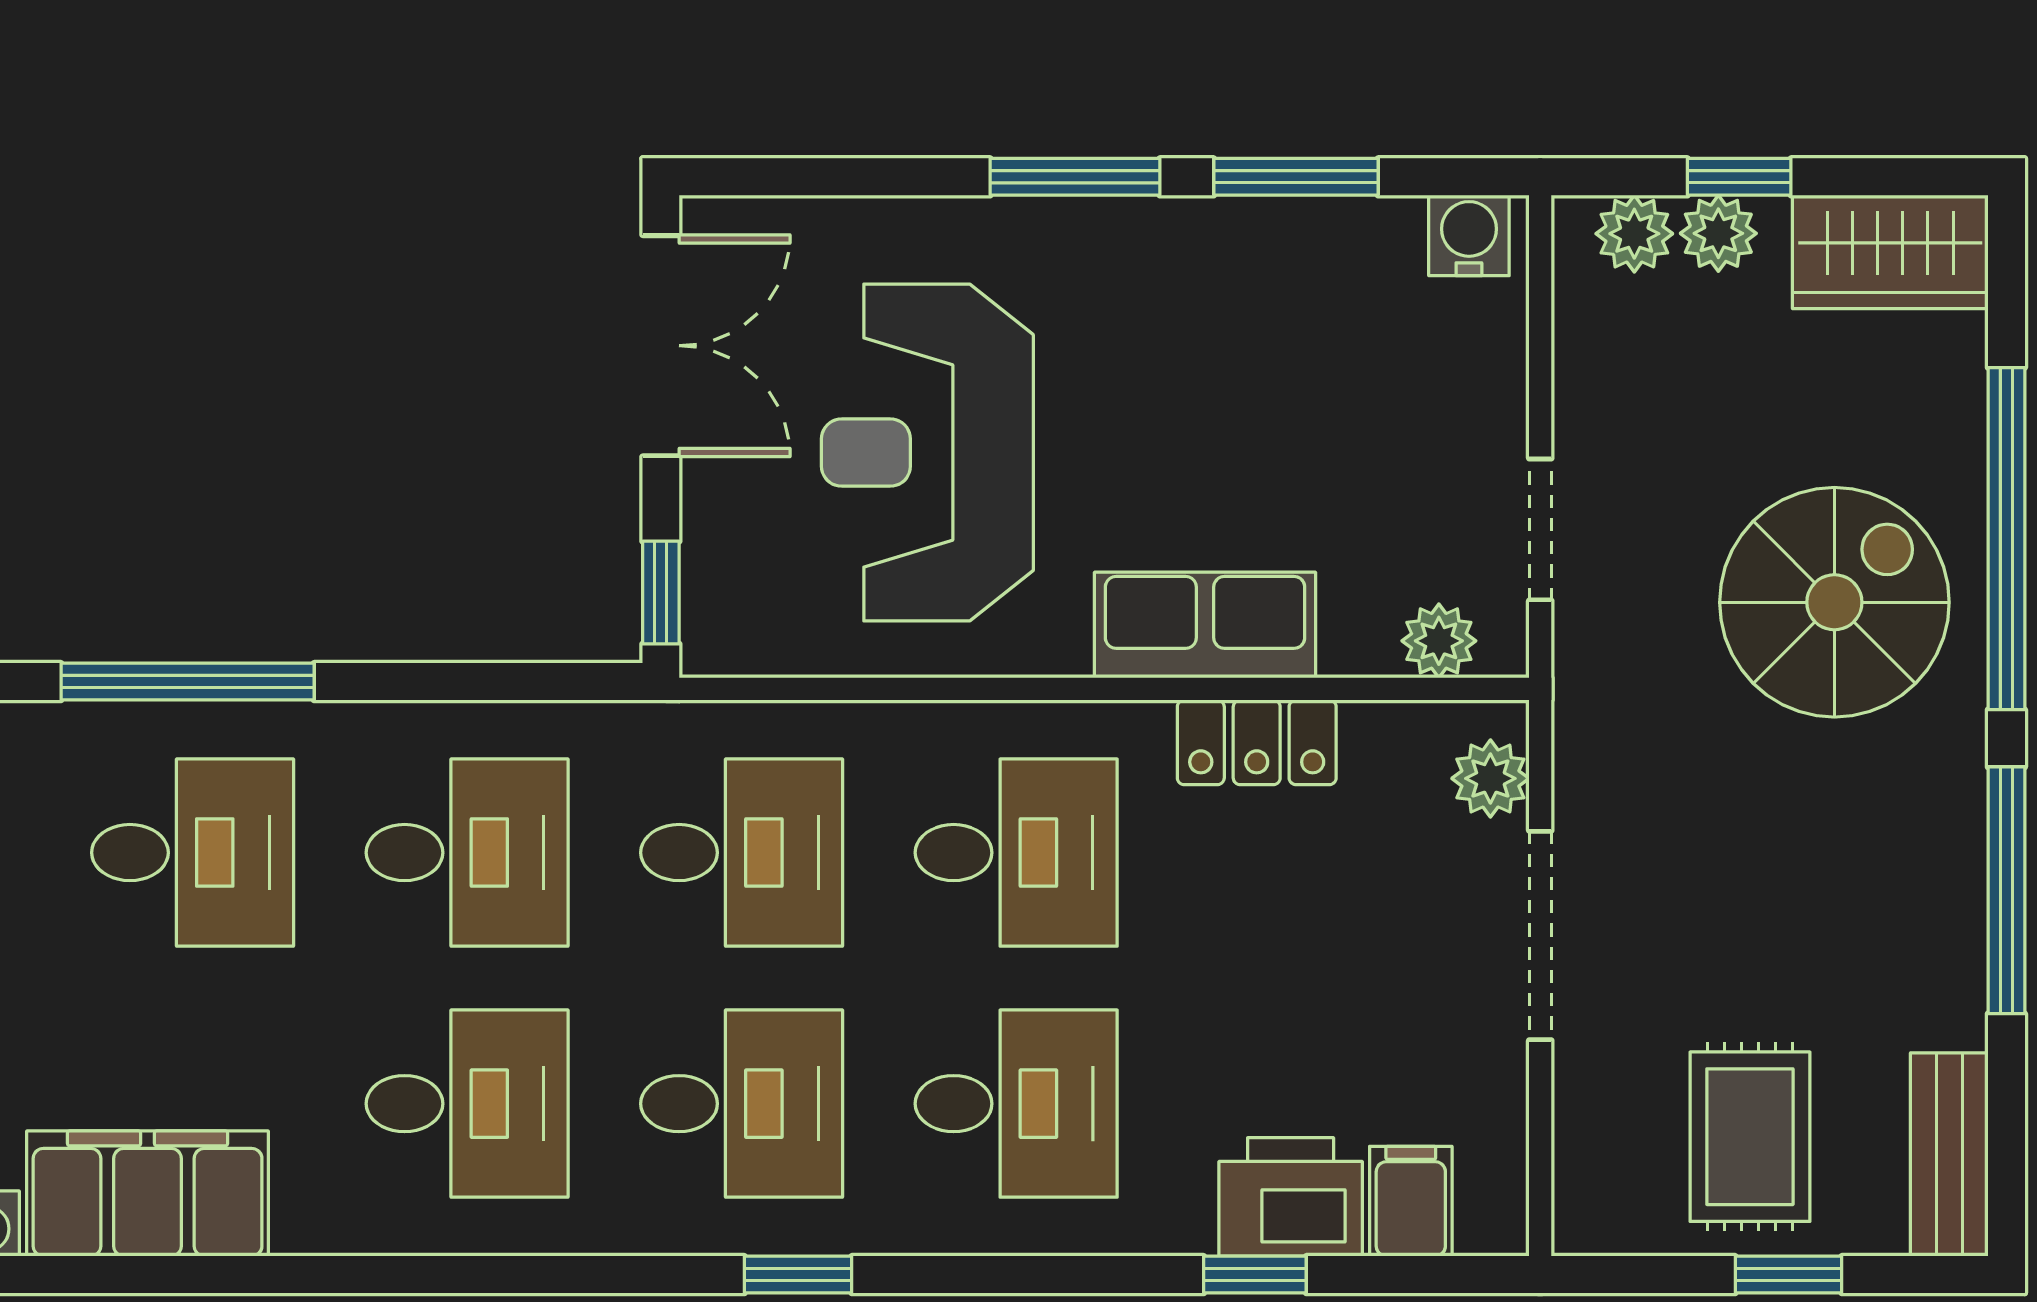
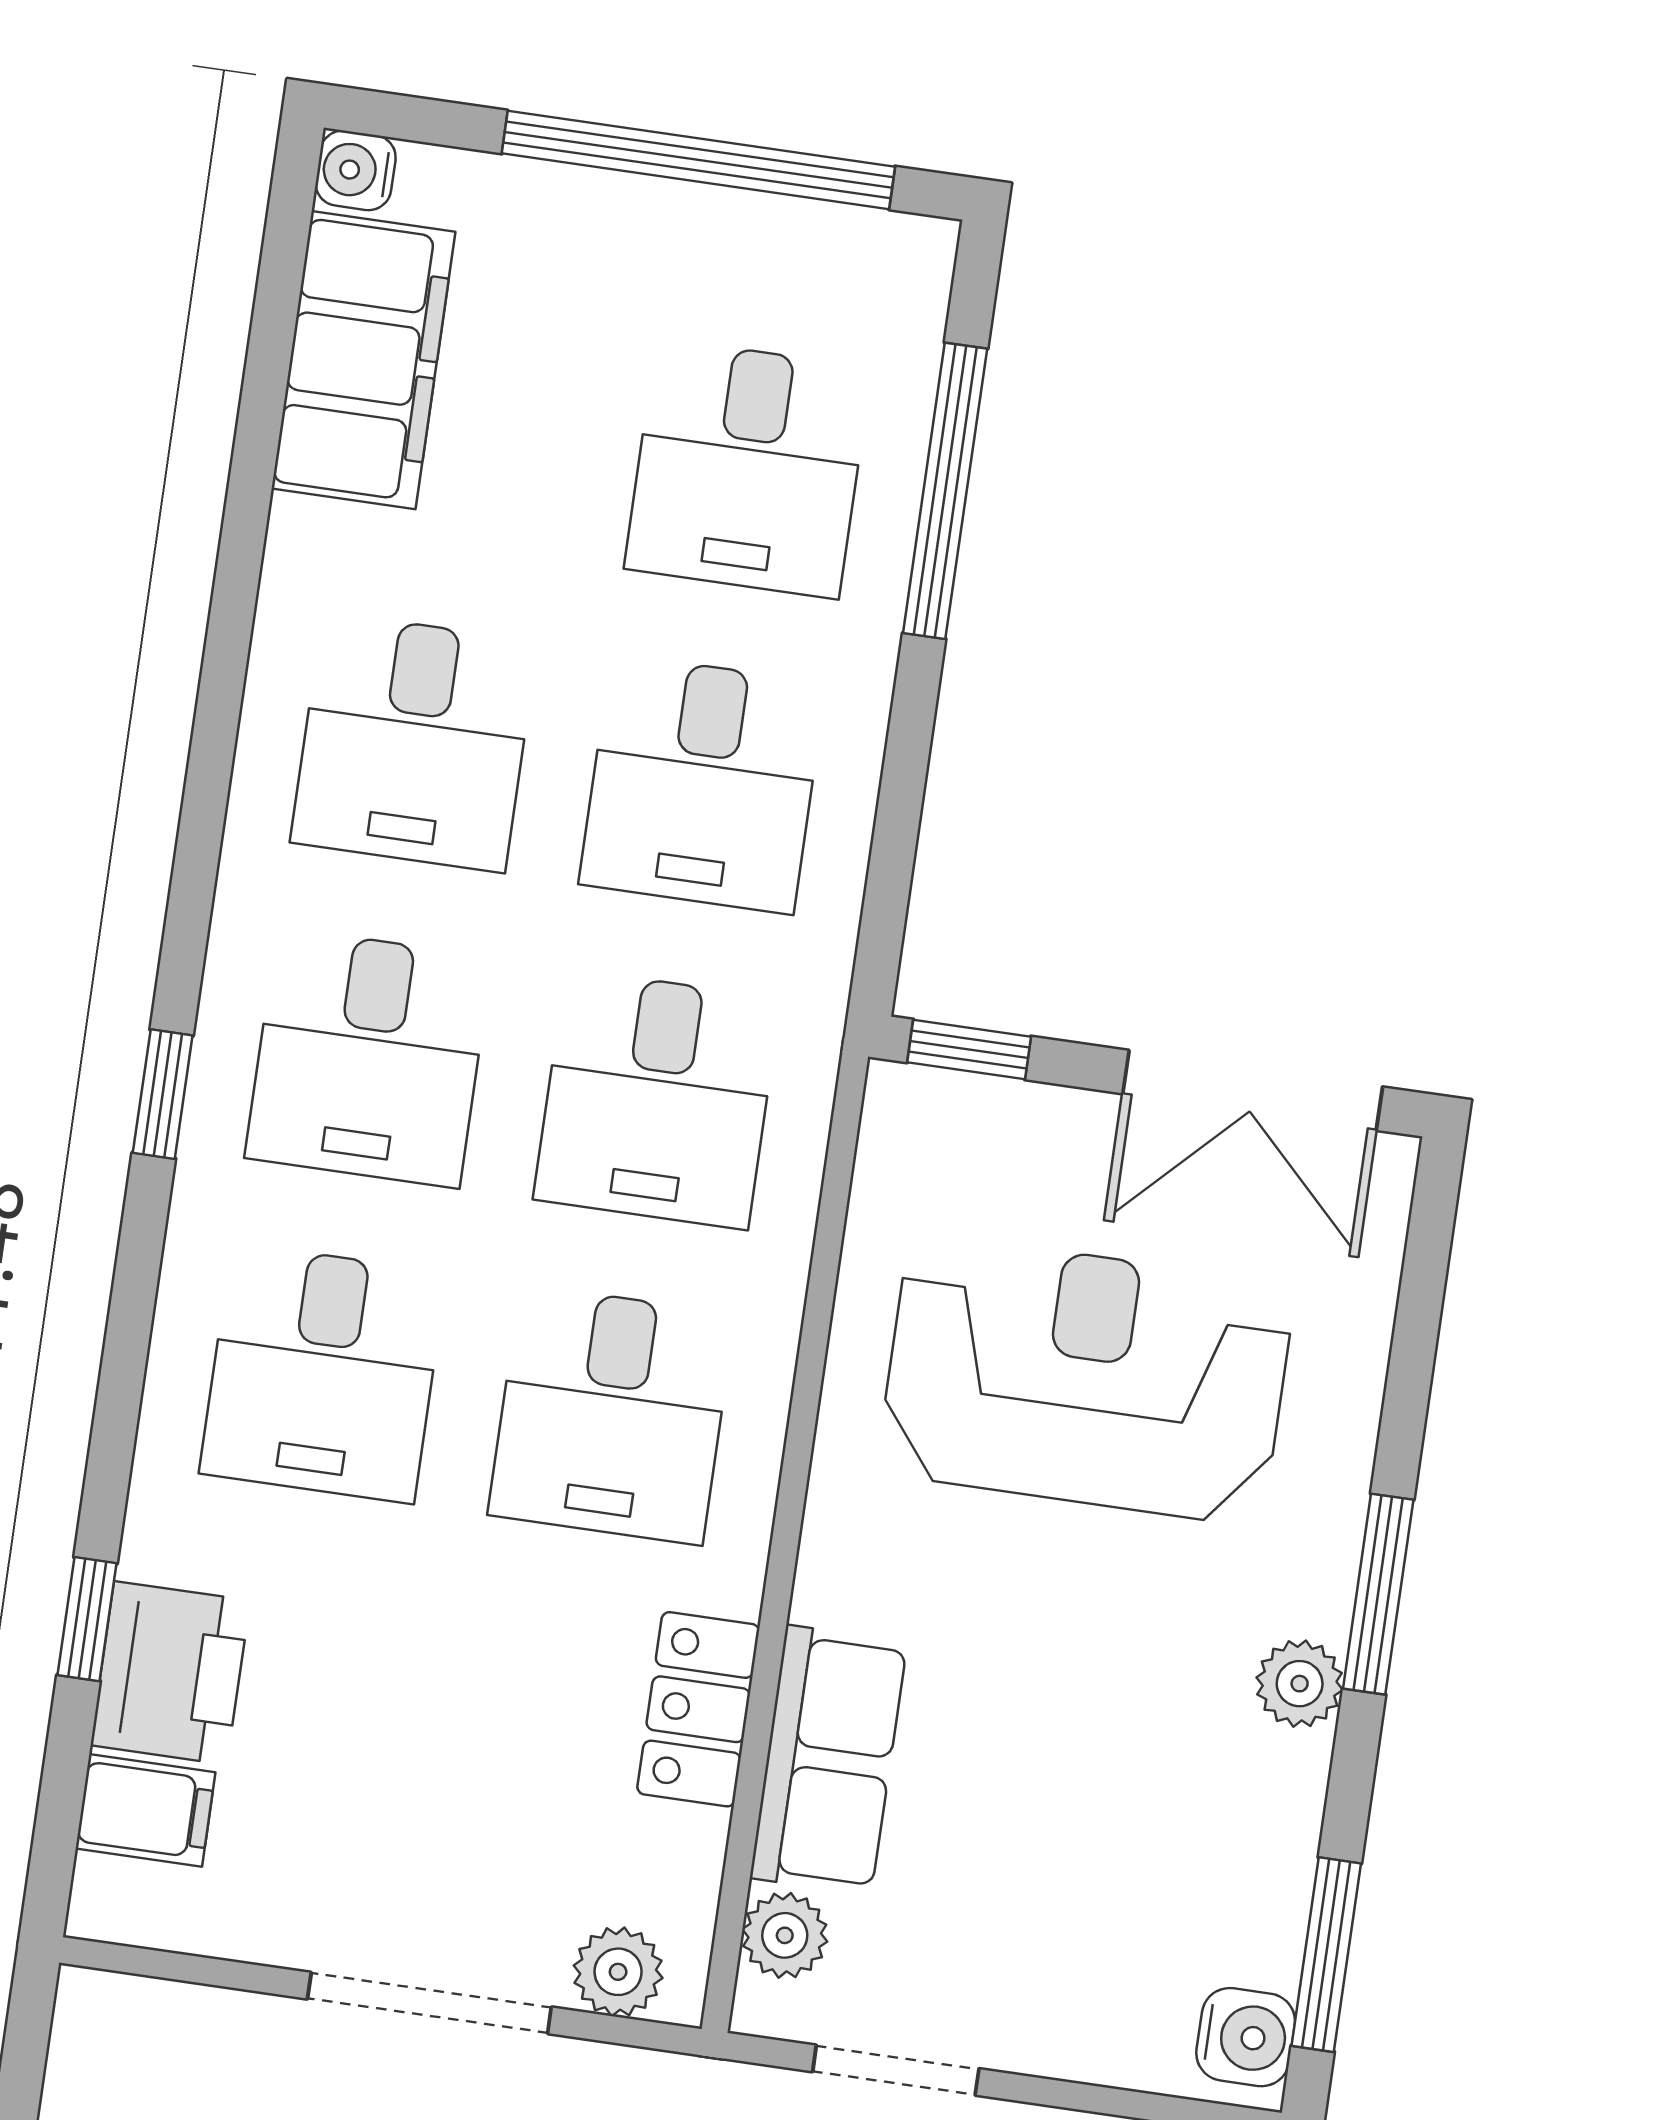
window: (1296, 177) -> (1326, 1955), moved
plant: (1161, 233) -> (1300, 1684), added
row of seats: (1205, 625) -> (829, 1760), moved

